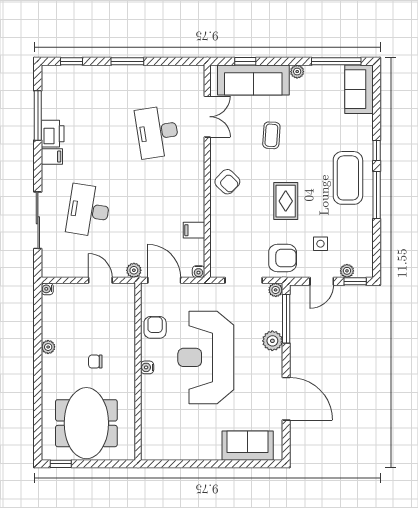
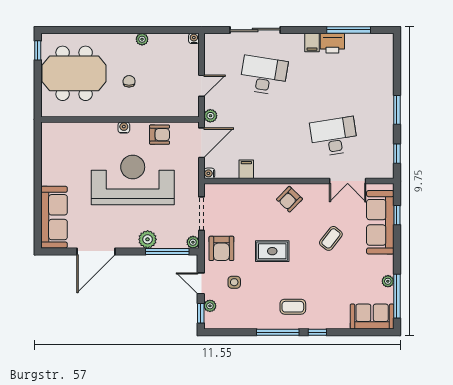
window: (71, 61) -> (397, 154), moved
plant: (297, 72) -> (388, 281), moved
coffee table: (271, 135) -> (331, 238), turned -56
coffee table: (348, 178) -> (293, 307), width x0.54, depth x0.58
sofa: (248, 446) -> (54, 217), width x1.36

